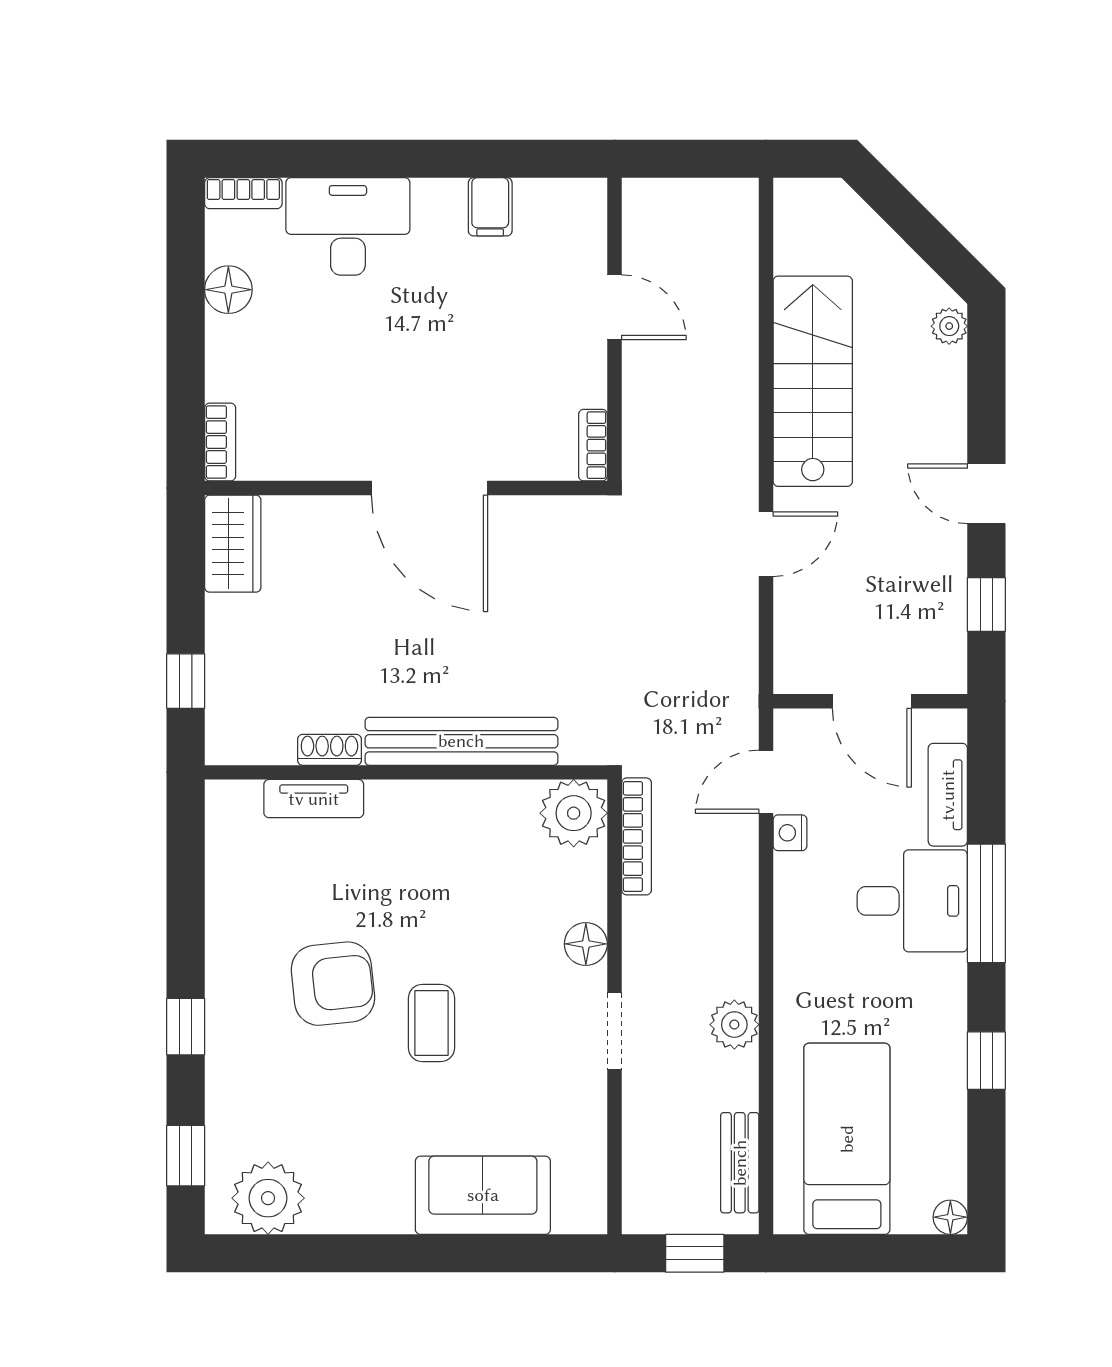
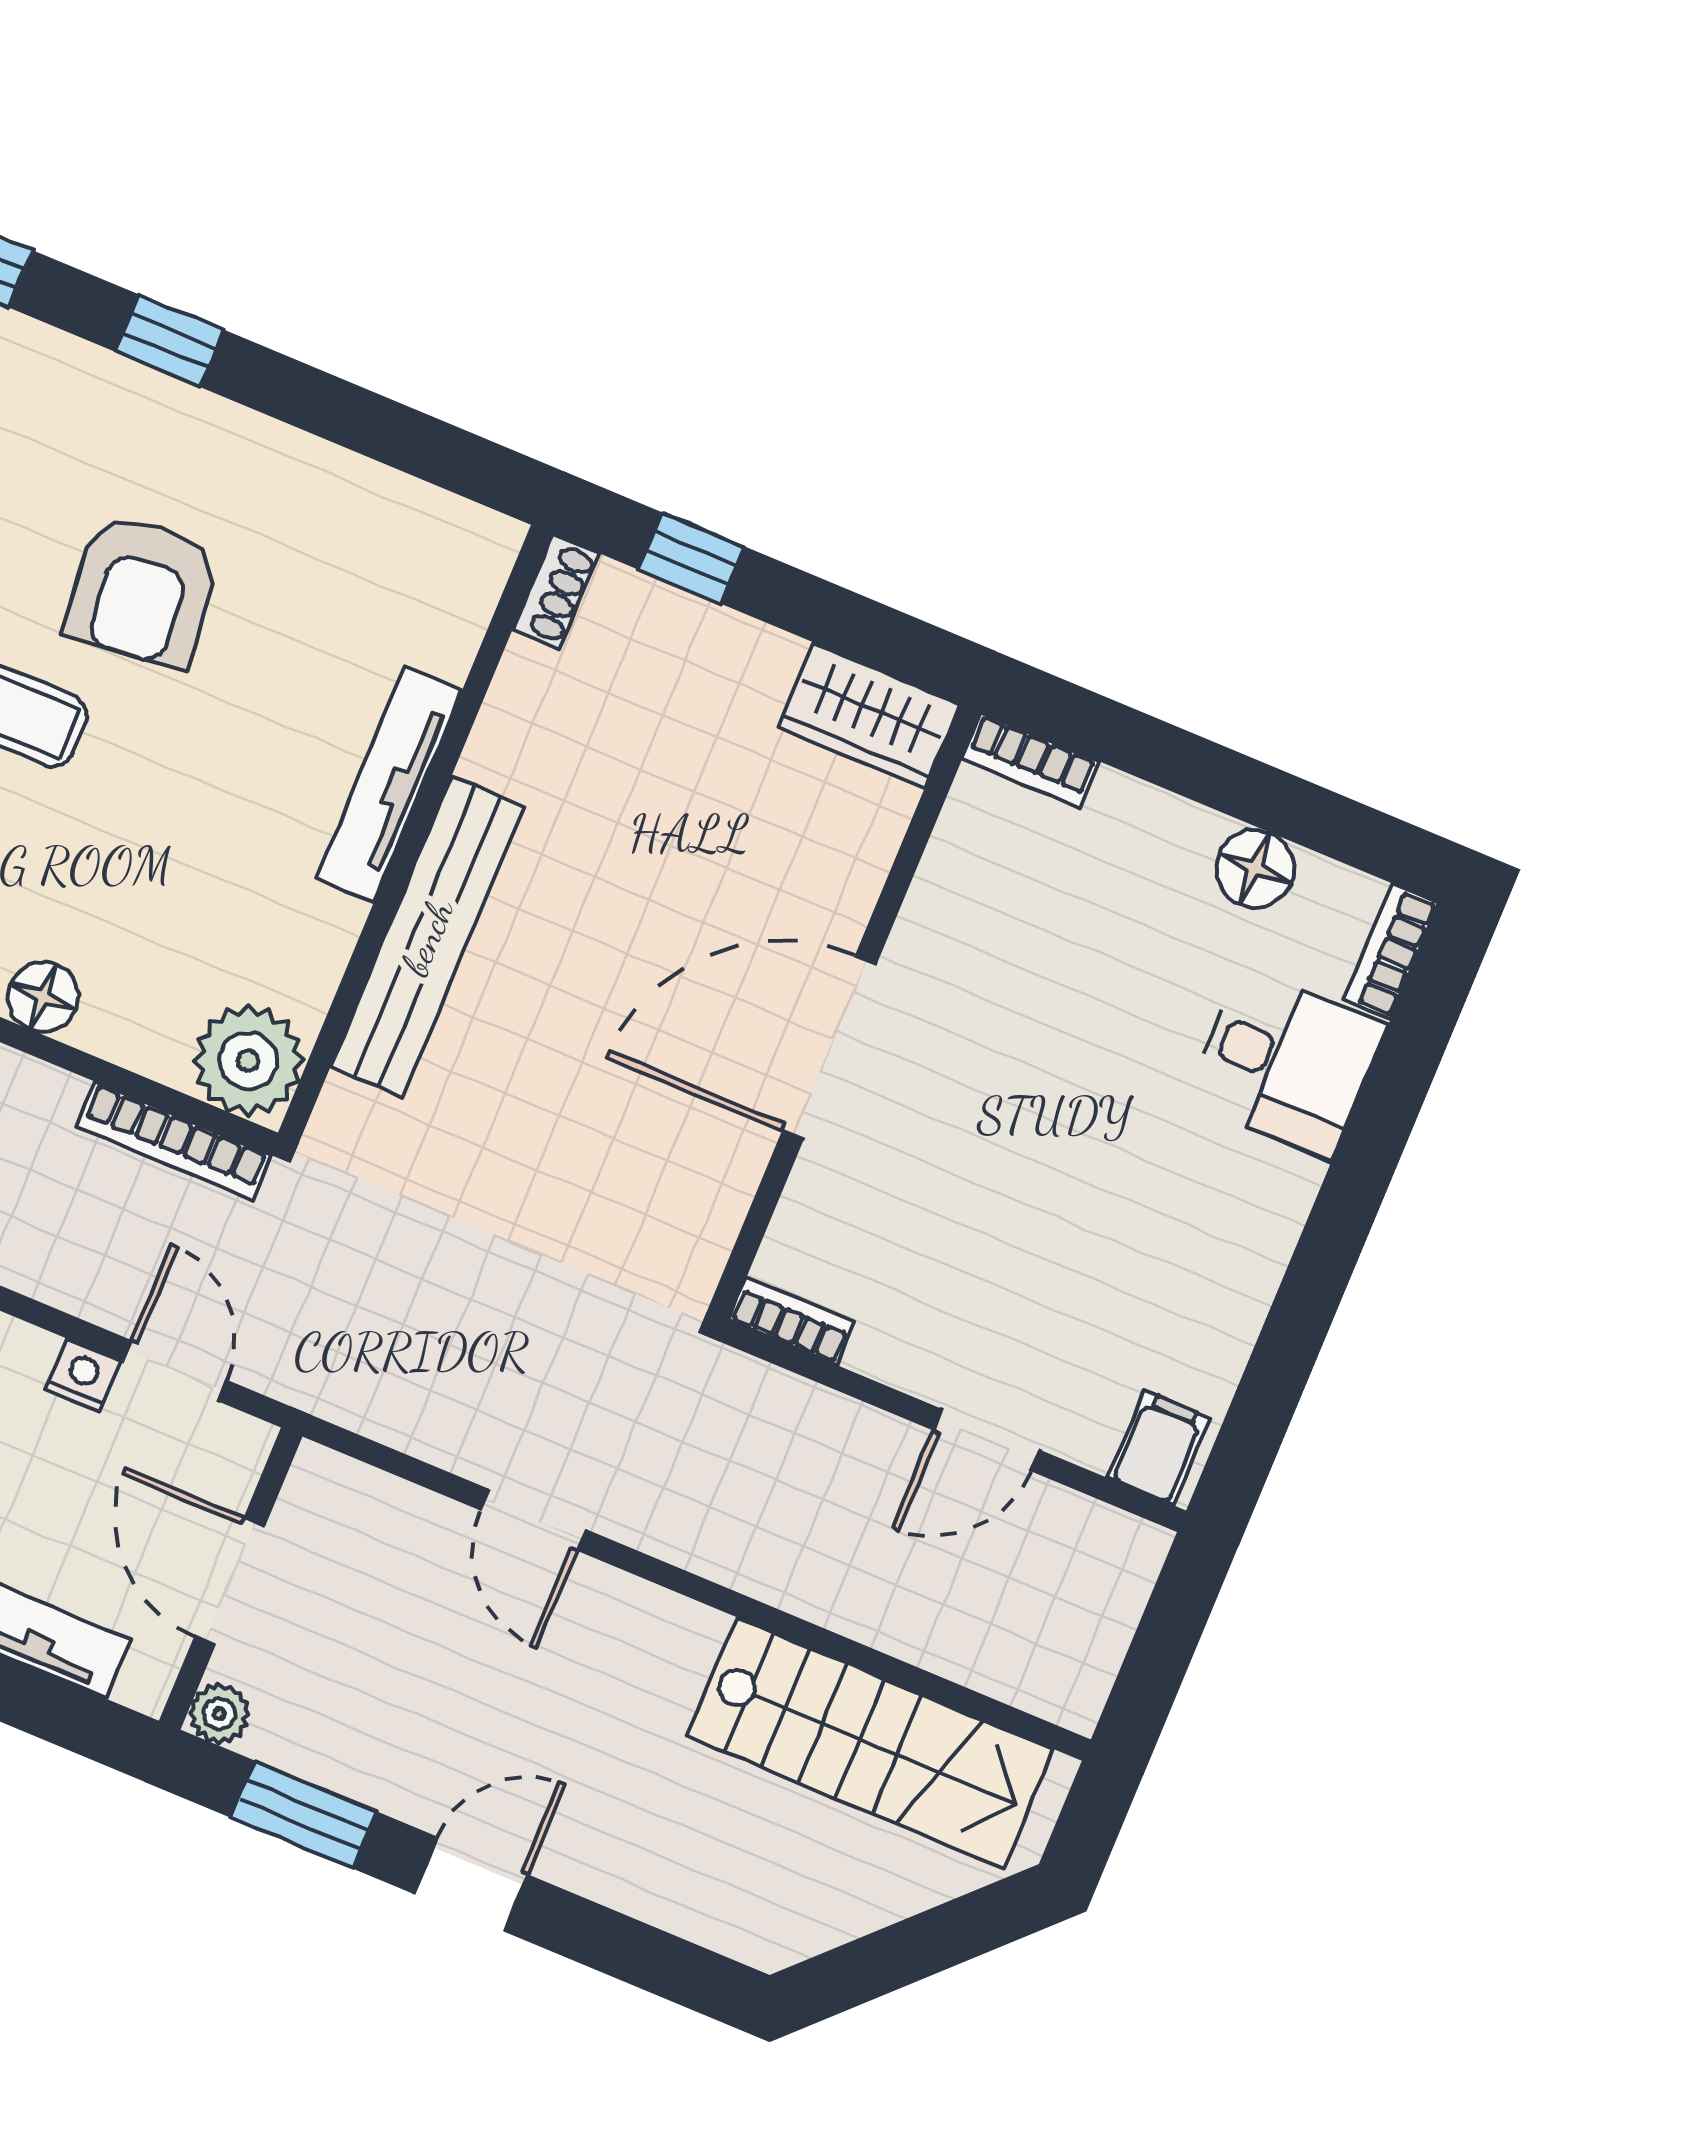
filing cabinet: (490, 207) -> (1159, 1448), moved, turned 90
desk: (348, 226) -> (1286, 1063), width x0.73
plant: (949, 326) -> (219, 1714), moved
stairs: (813, 381) -> (870, 1743), moved
window: (986, 605) -> (304, 1815), width x1.50
door: (872, 701) -> (230, 1581), hinge flipped
shoe rack: (329, 750) -> (556, 592), moved
tv unit: (314, 799) -> (389, 784), moved, width x1.41

